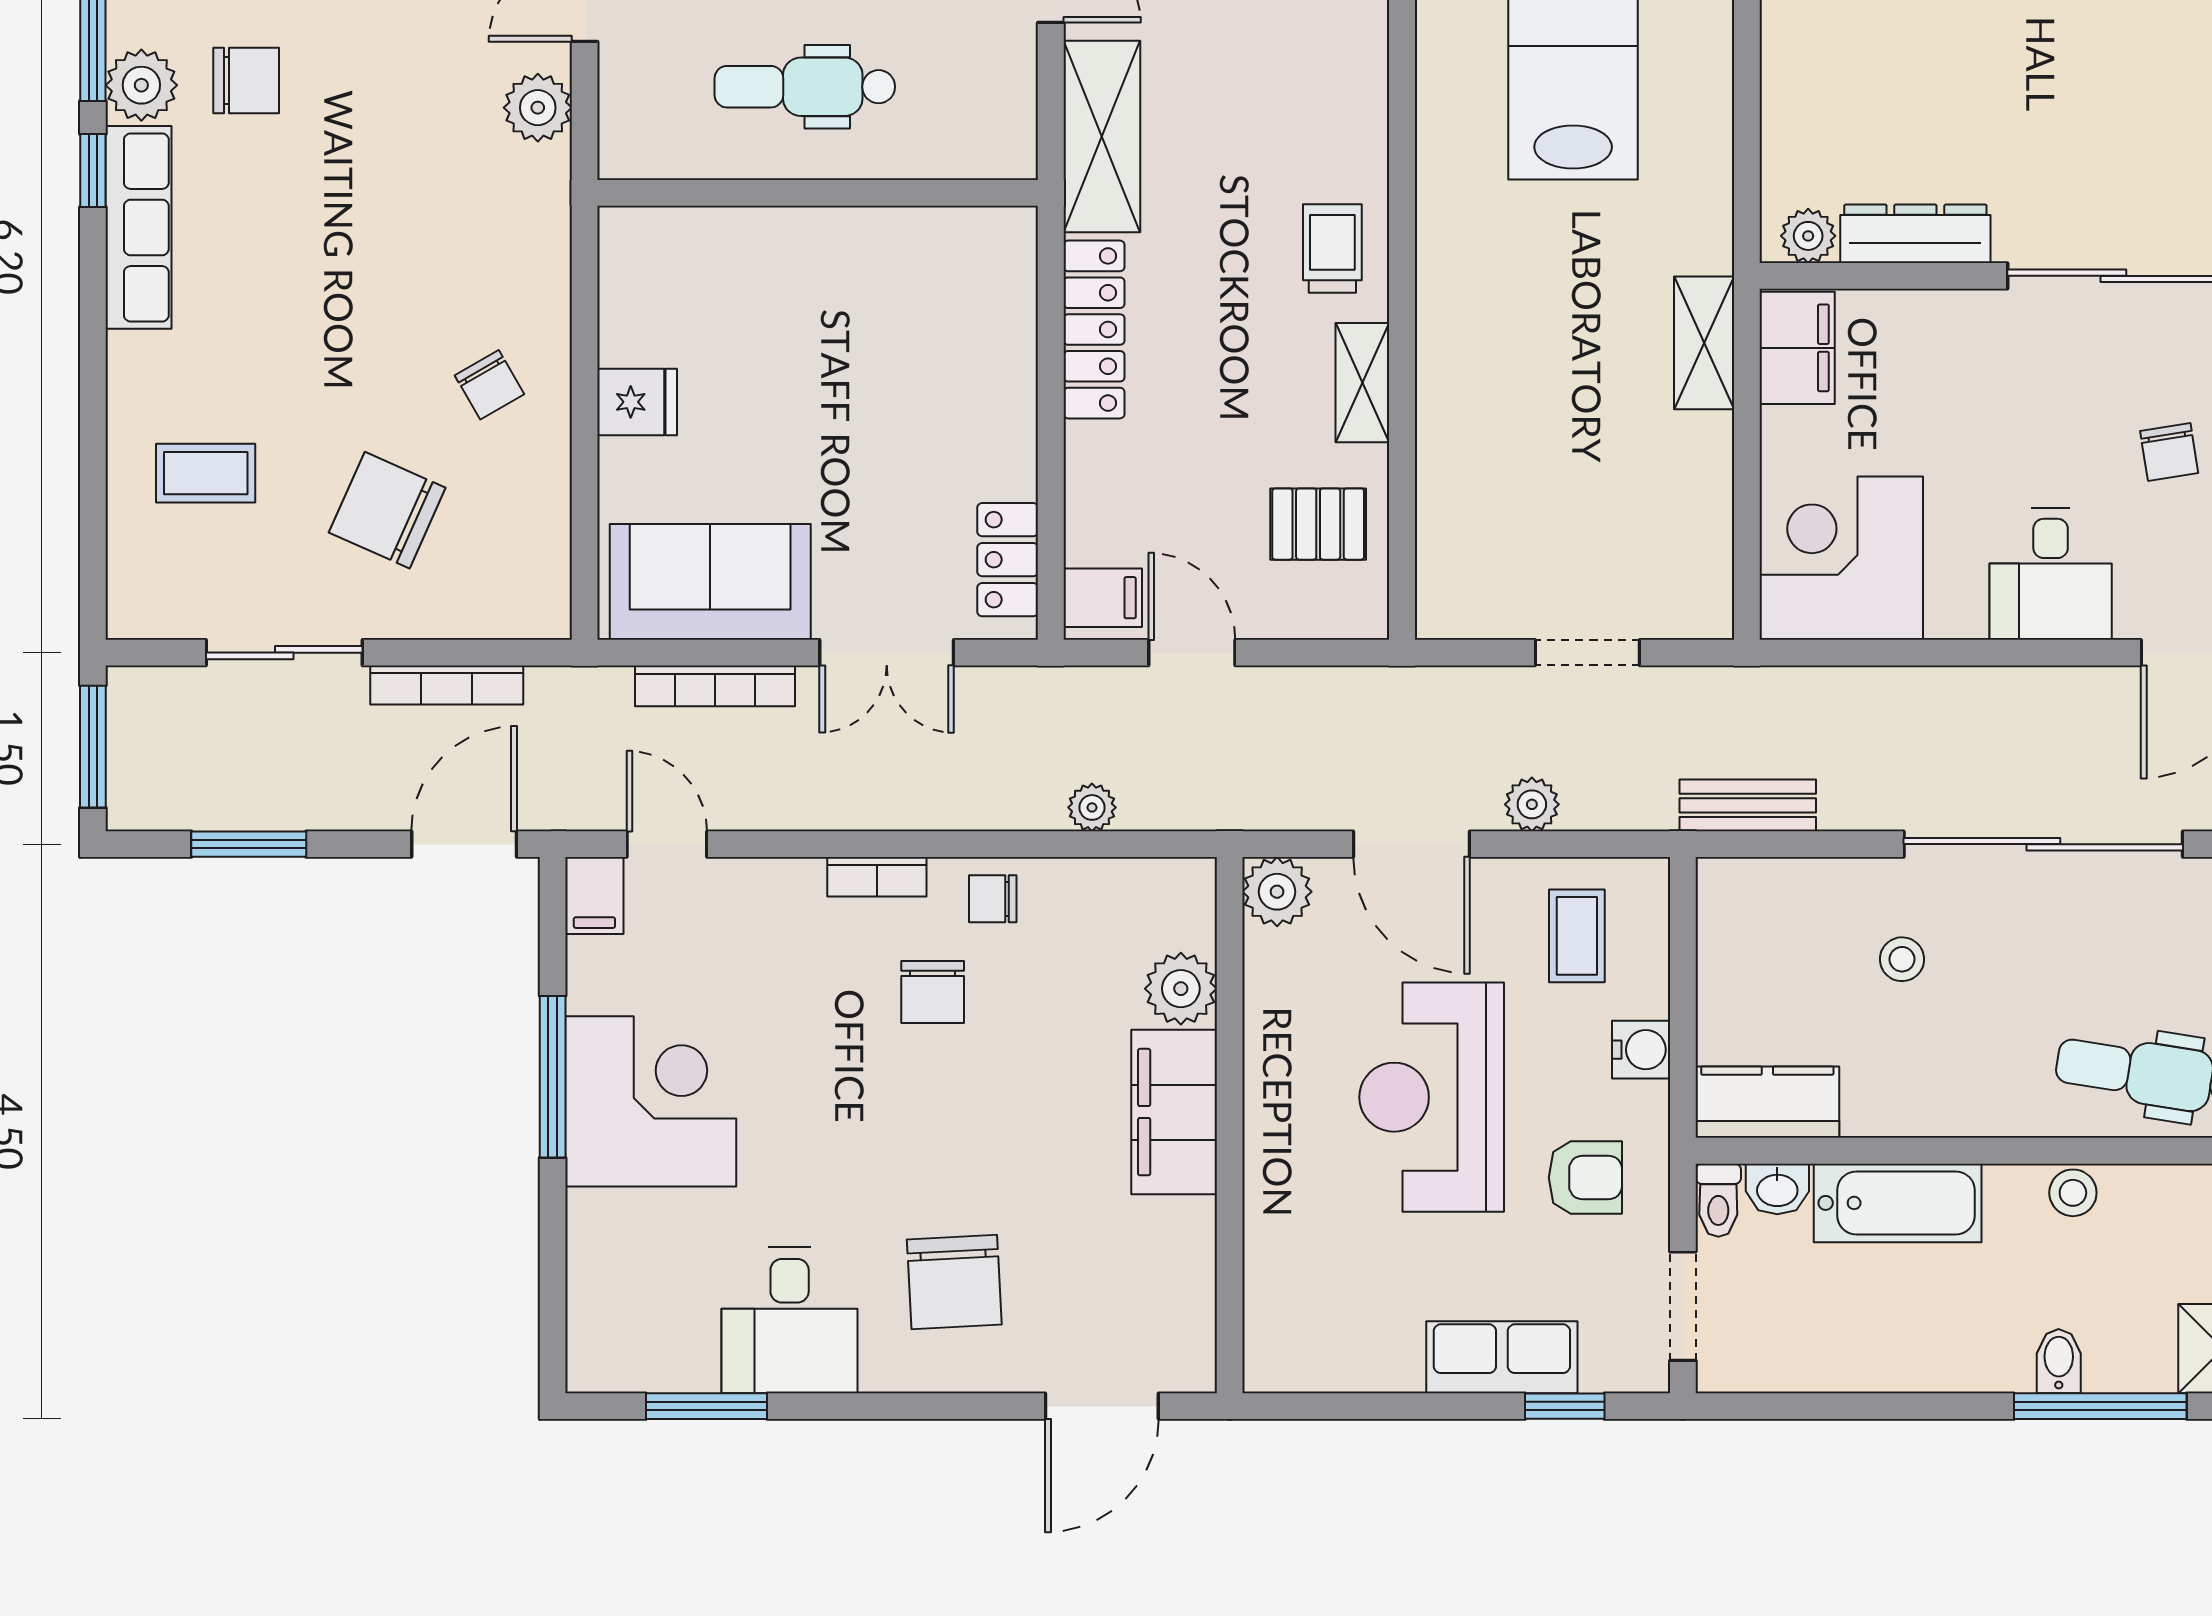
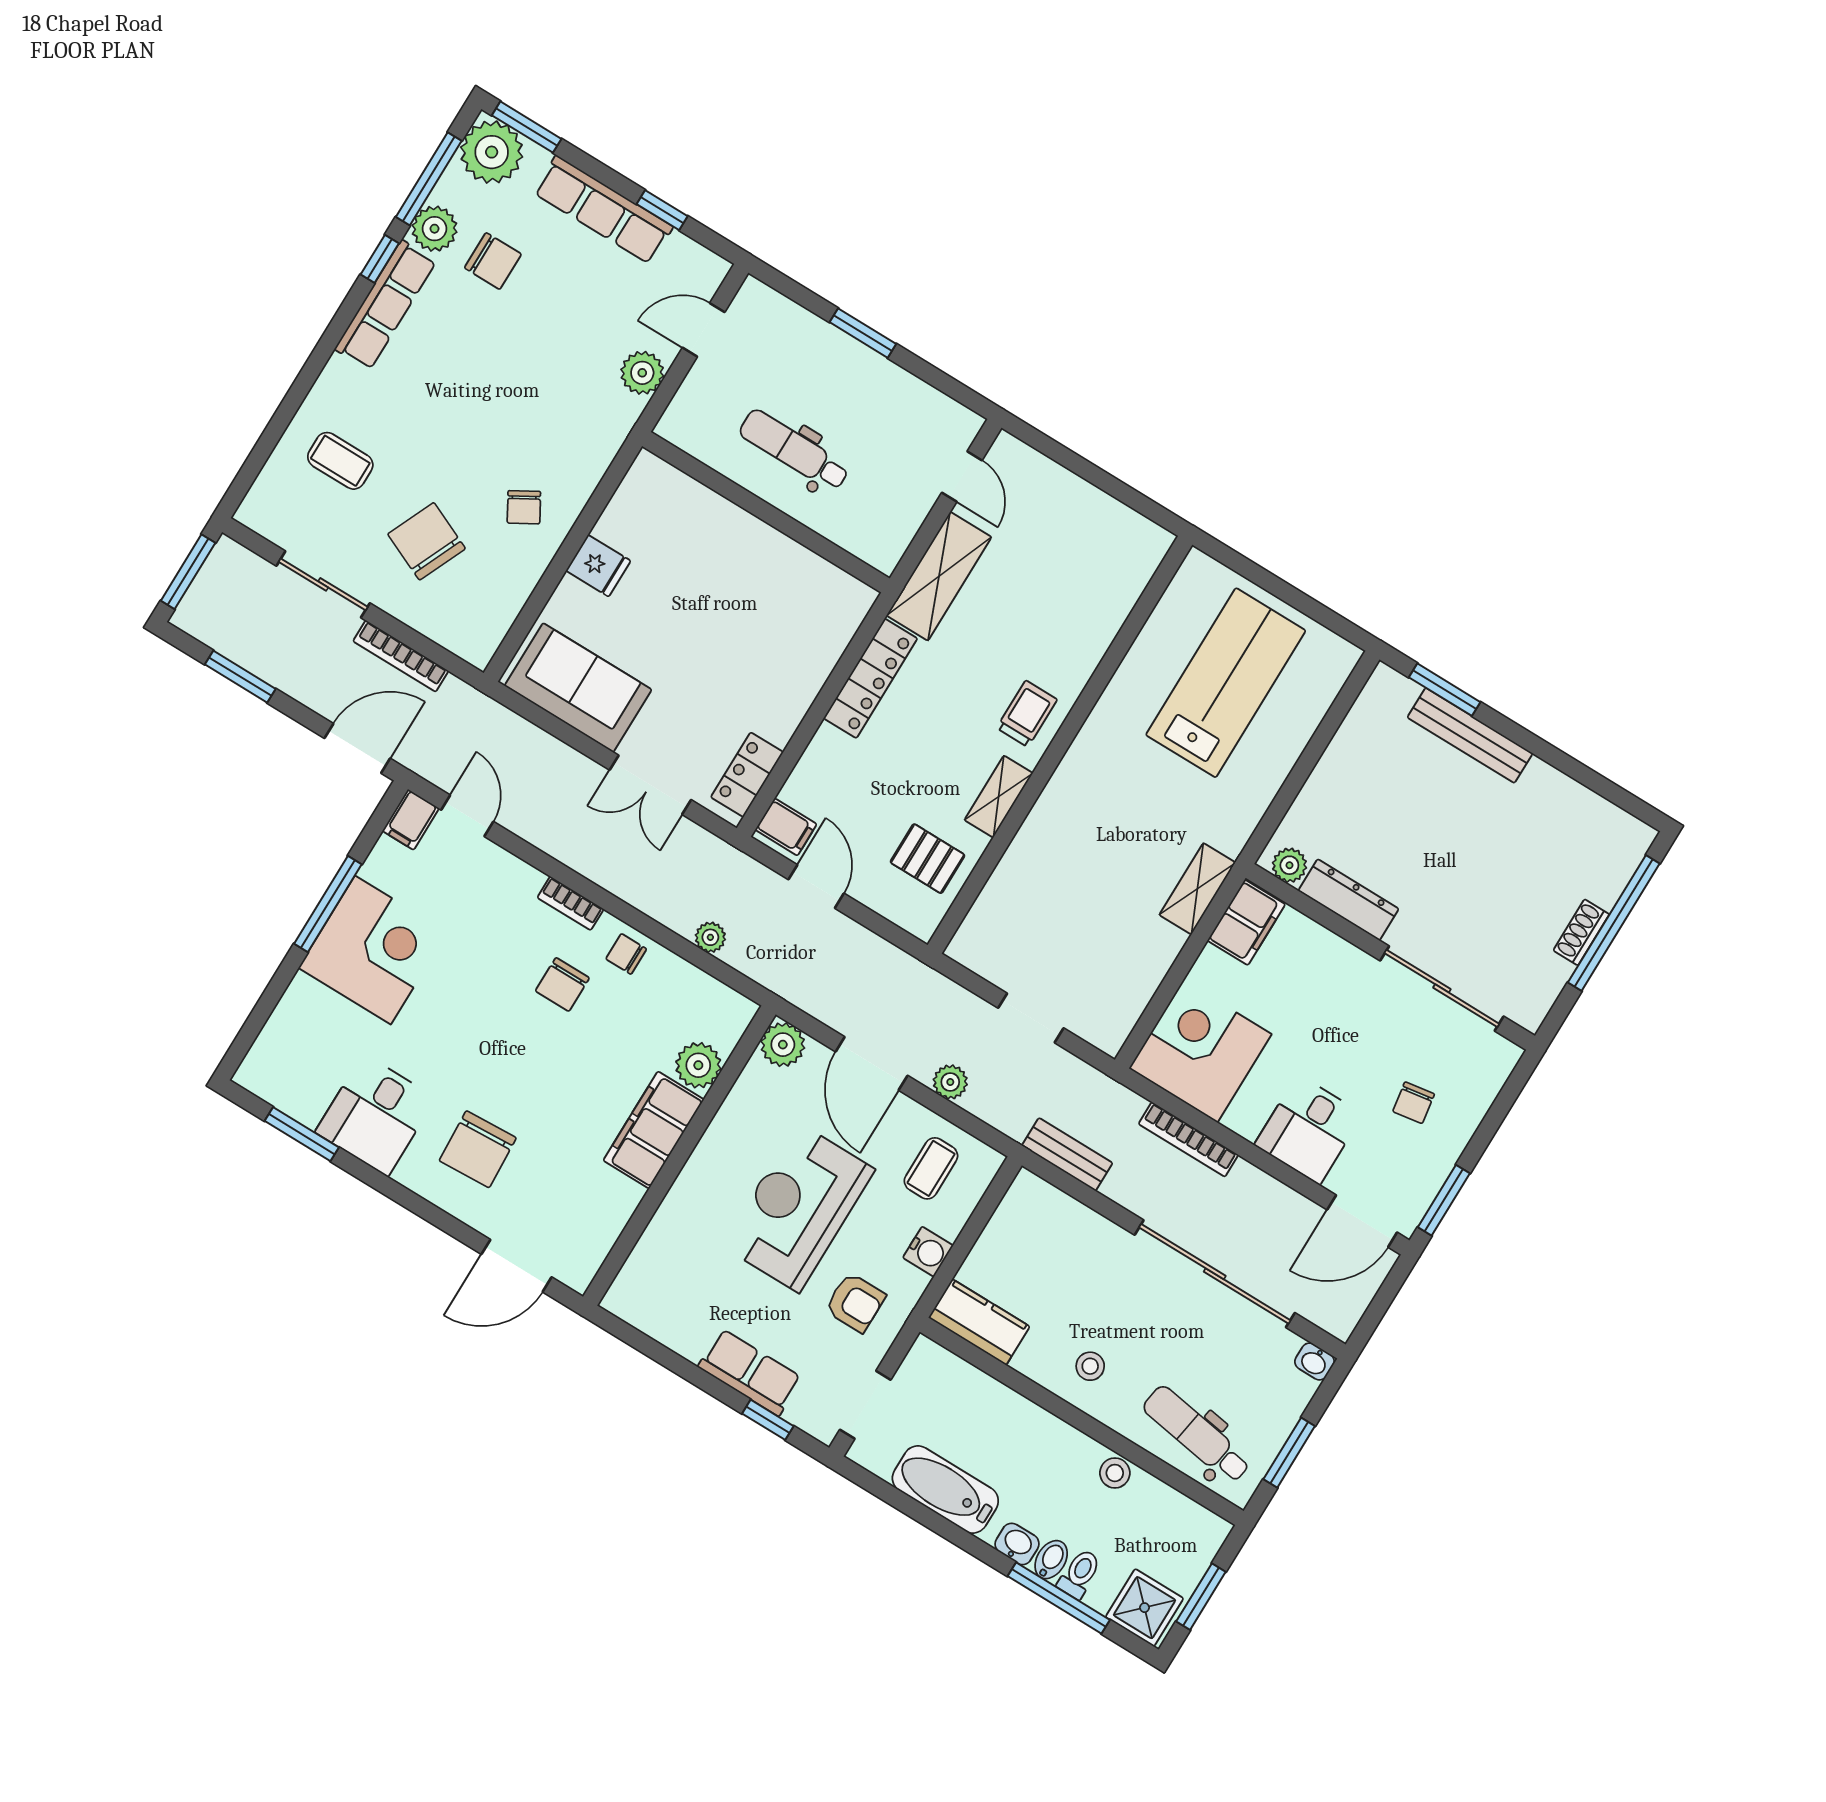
bookcase: (715, 686) -> (1188, 1139), moved
stool: (1902, 959) -> (1090, 1366), moved
washbasin: (1777, 1189) -> (1017, 1544), moved, turned 180
toilet: (1718, 1200) -> (1080, 1574), moved, turned 180
bathtub: (1898, 1203) -> (945, 1489), moved, turned 180

